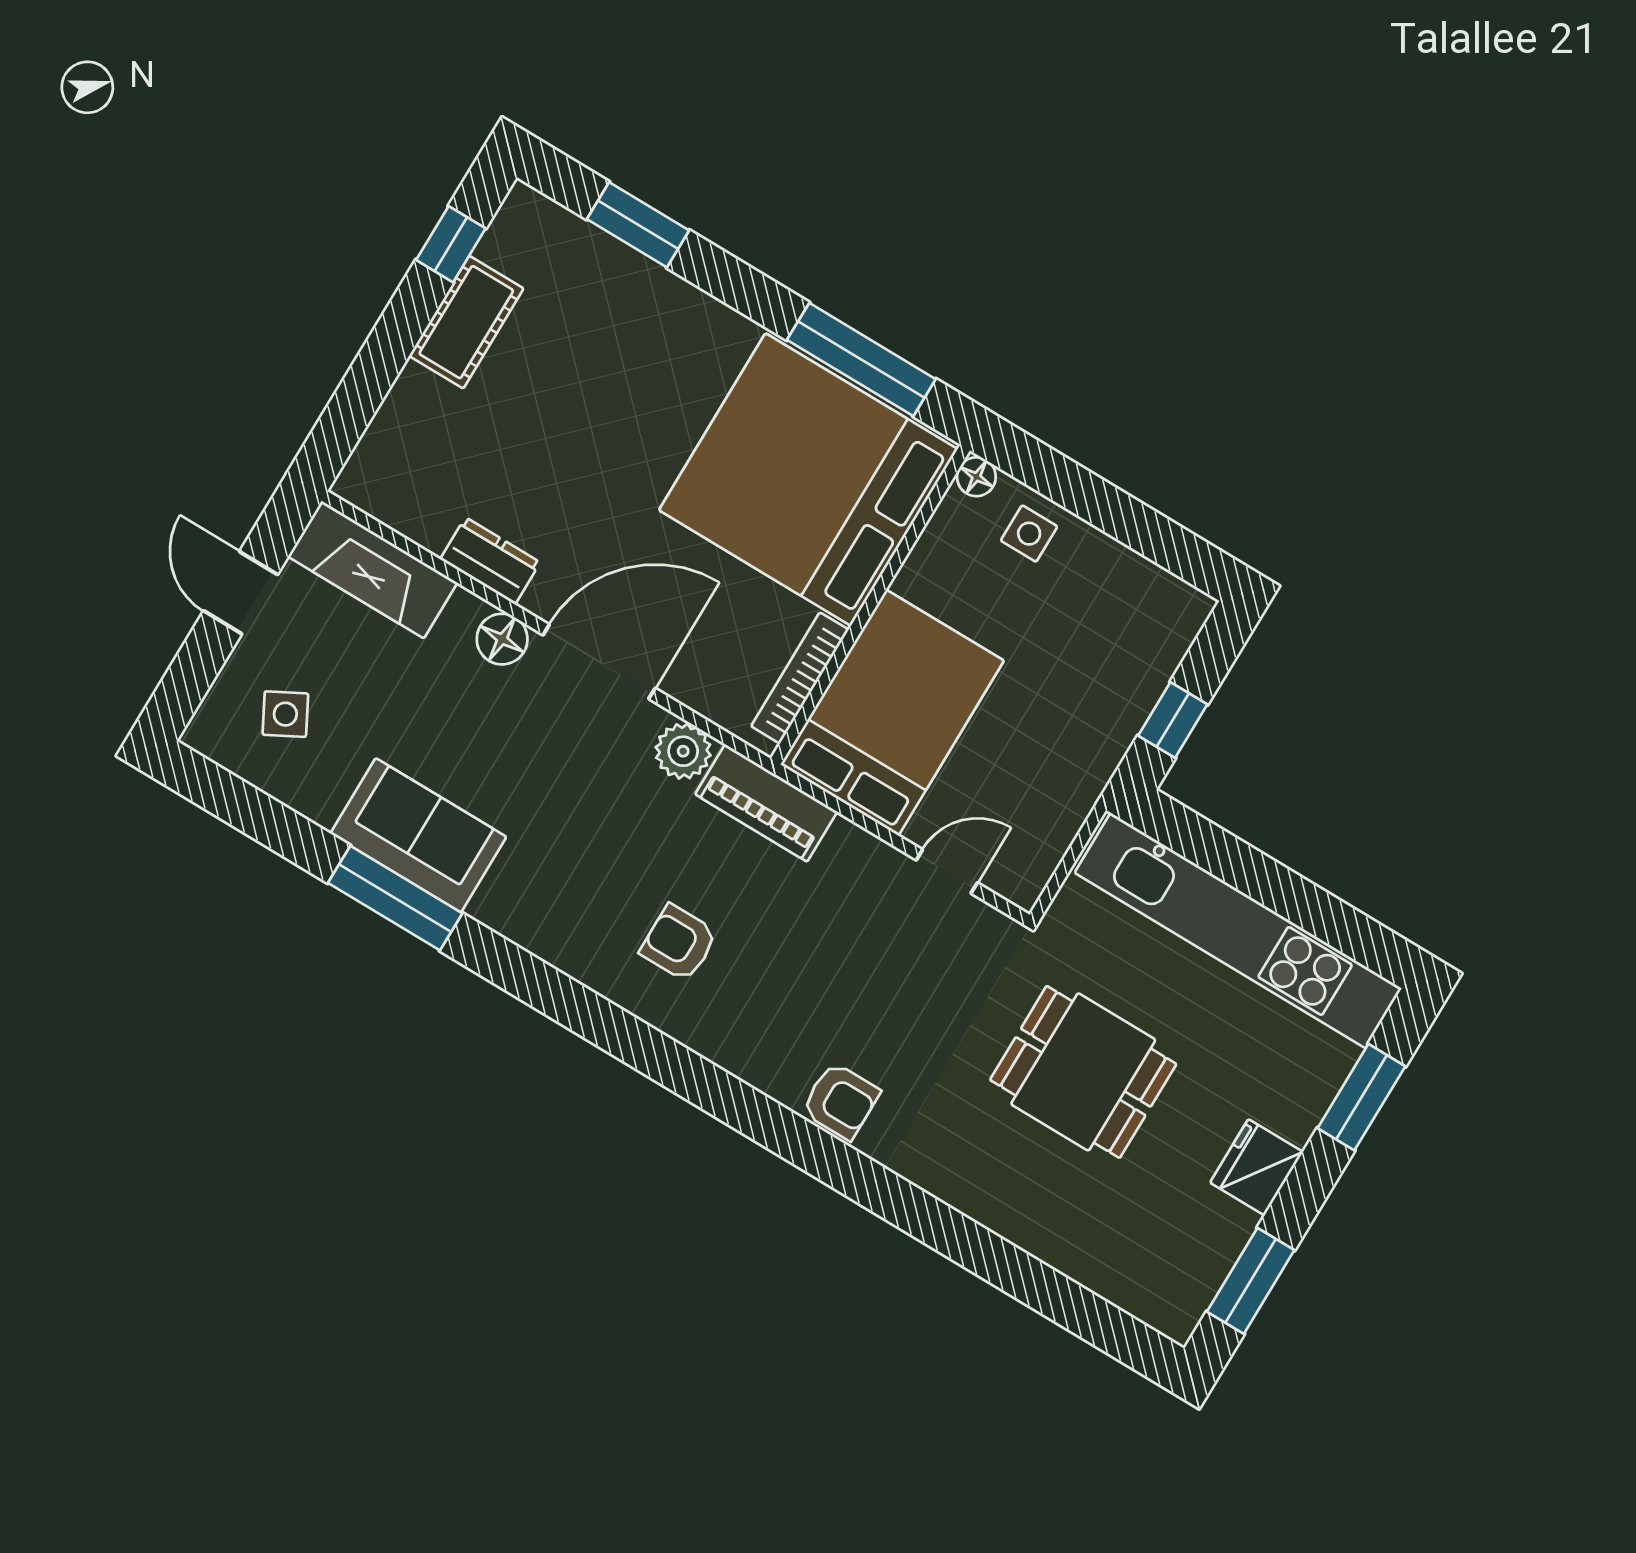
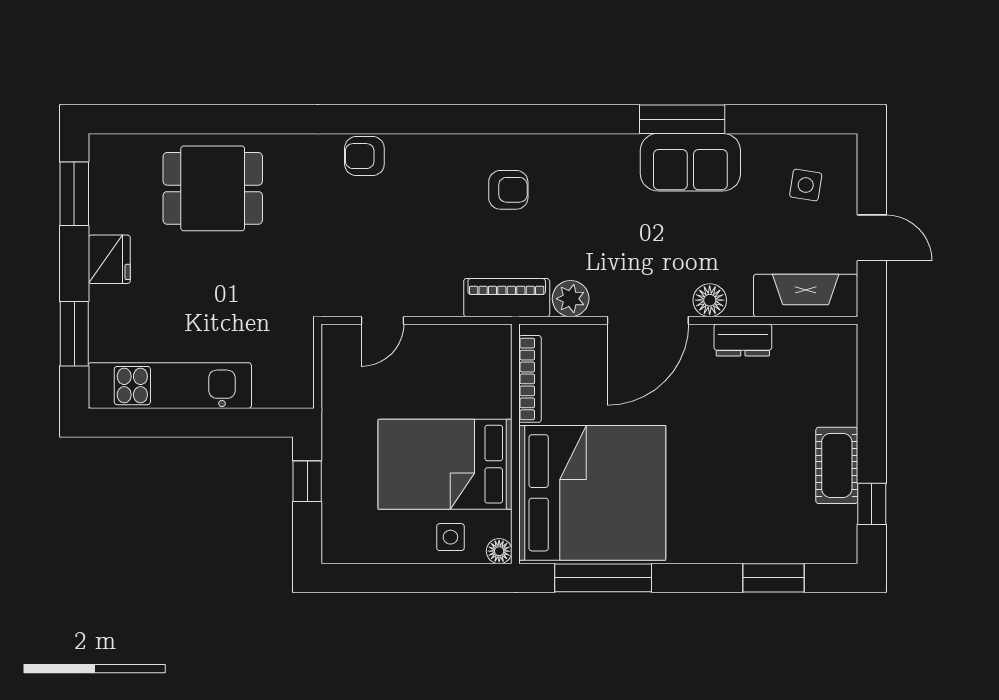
bed: (892, 713) -> (445, 464), moved, turned 90
side table: (285, 714) -> (806, 185), turned 37
kitchen unit: (1238, 931) -> (170, 386), width x0.73
dining table: (1083, 1072) -> (213, 188), moved

